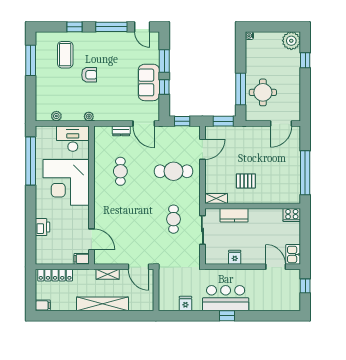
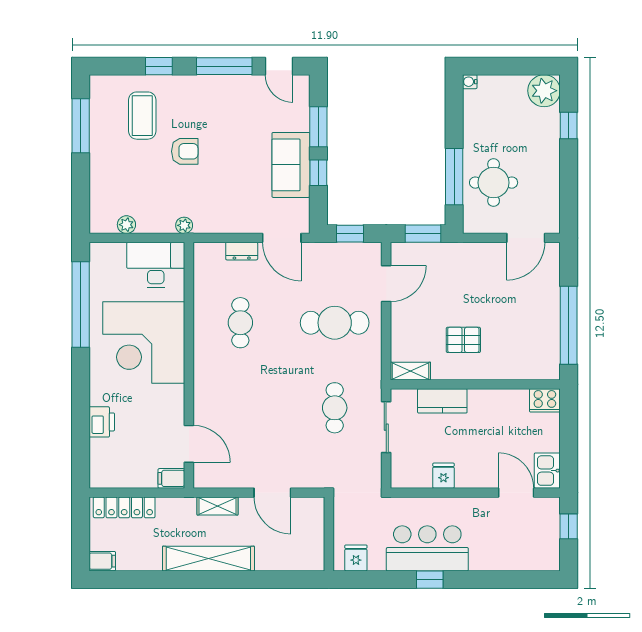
wall: (156, 290) -> (329, 534), moved

